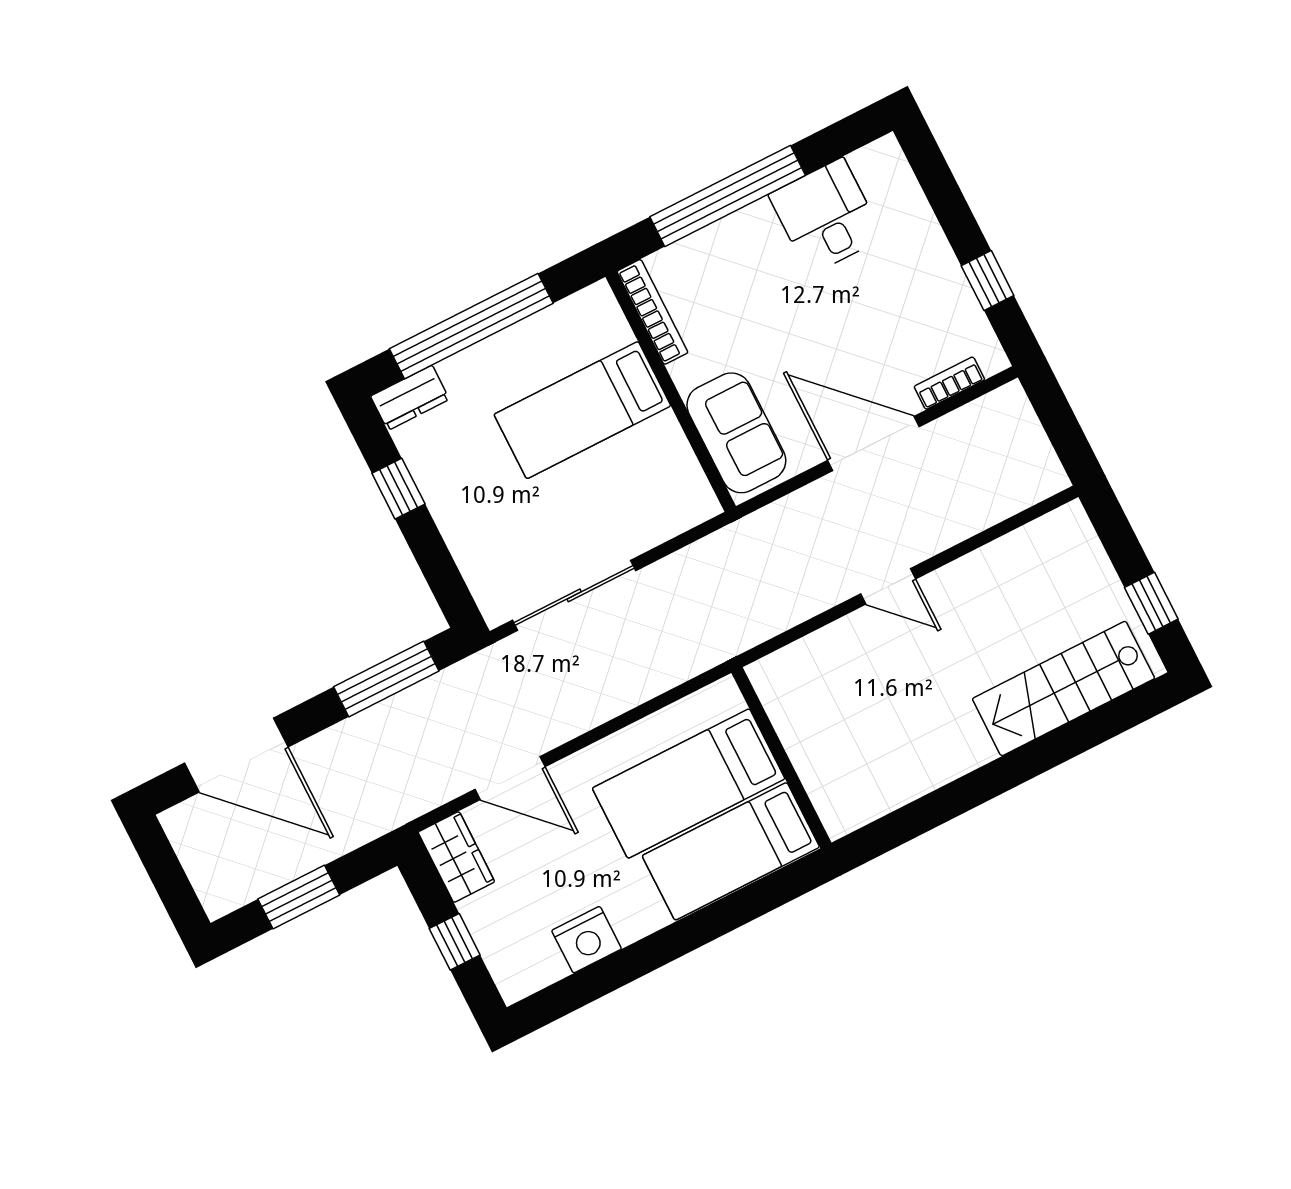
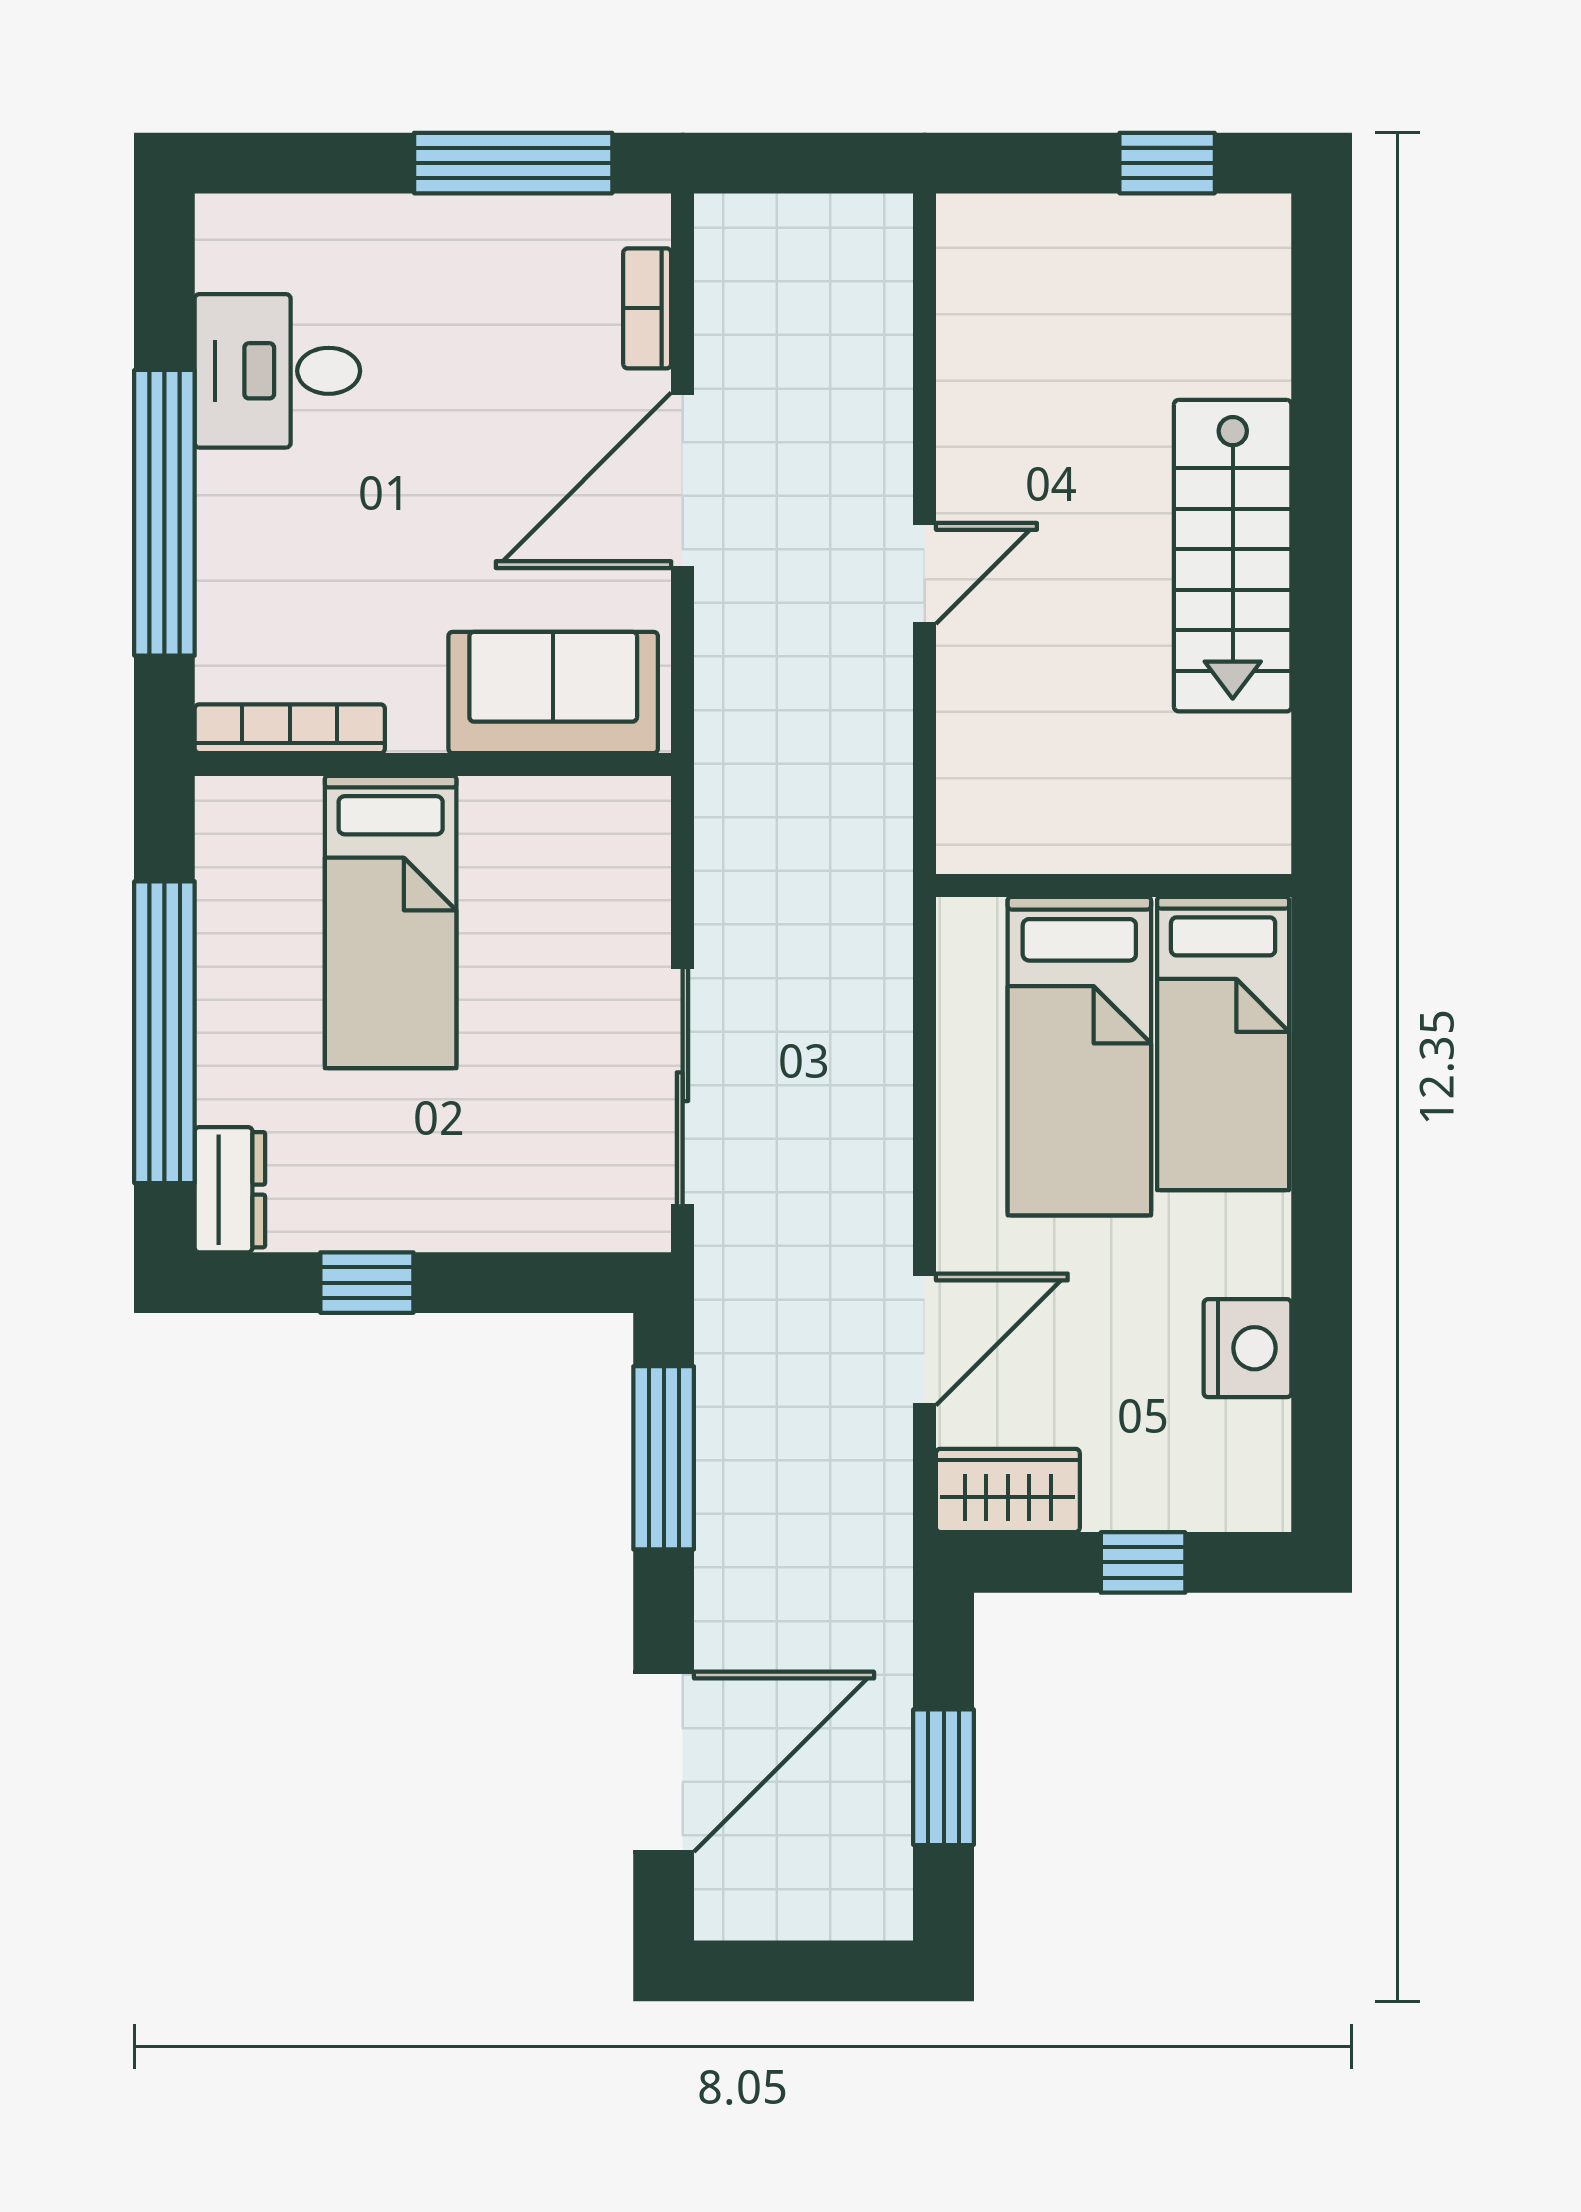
window: (988, 281) -> (513, 163), width x2.17
stairs: (1063, 689) -> (1233, 556), moved

